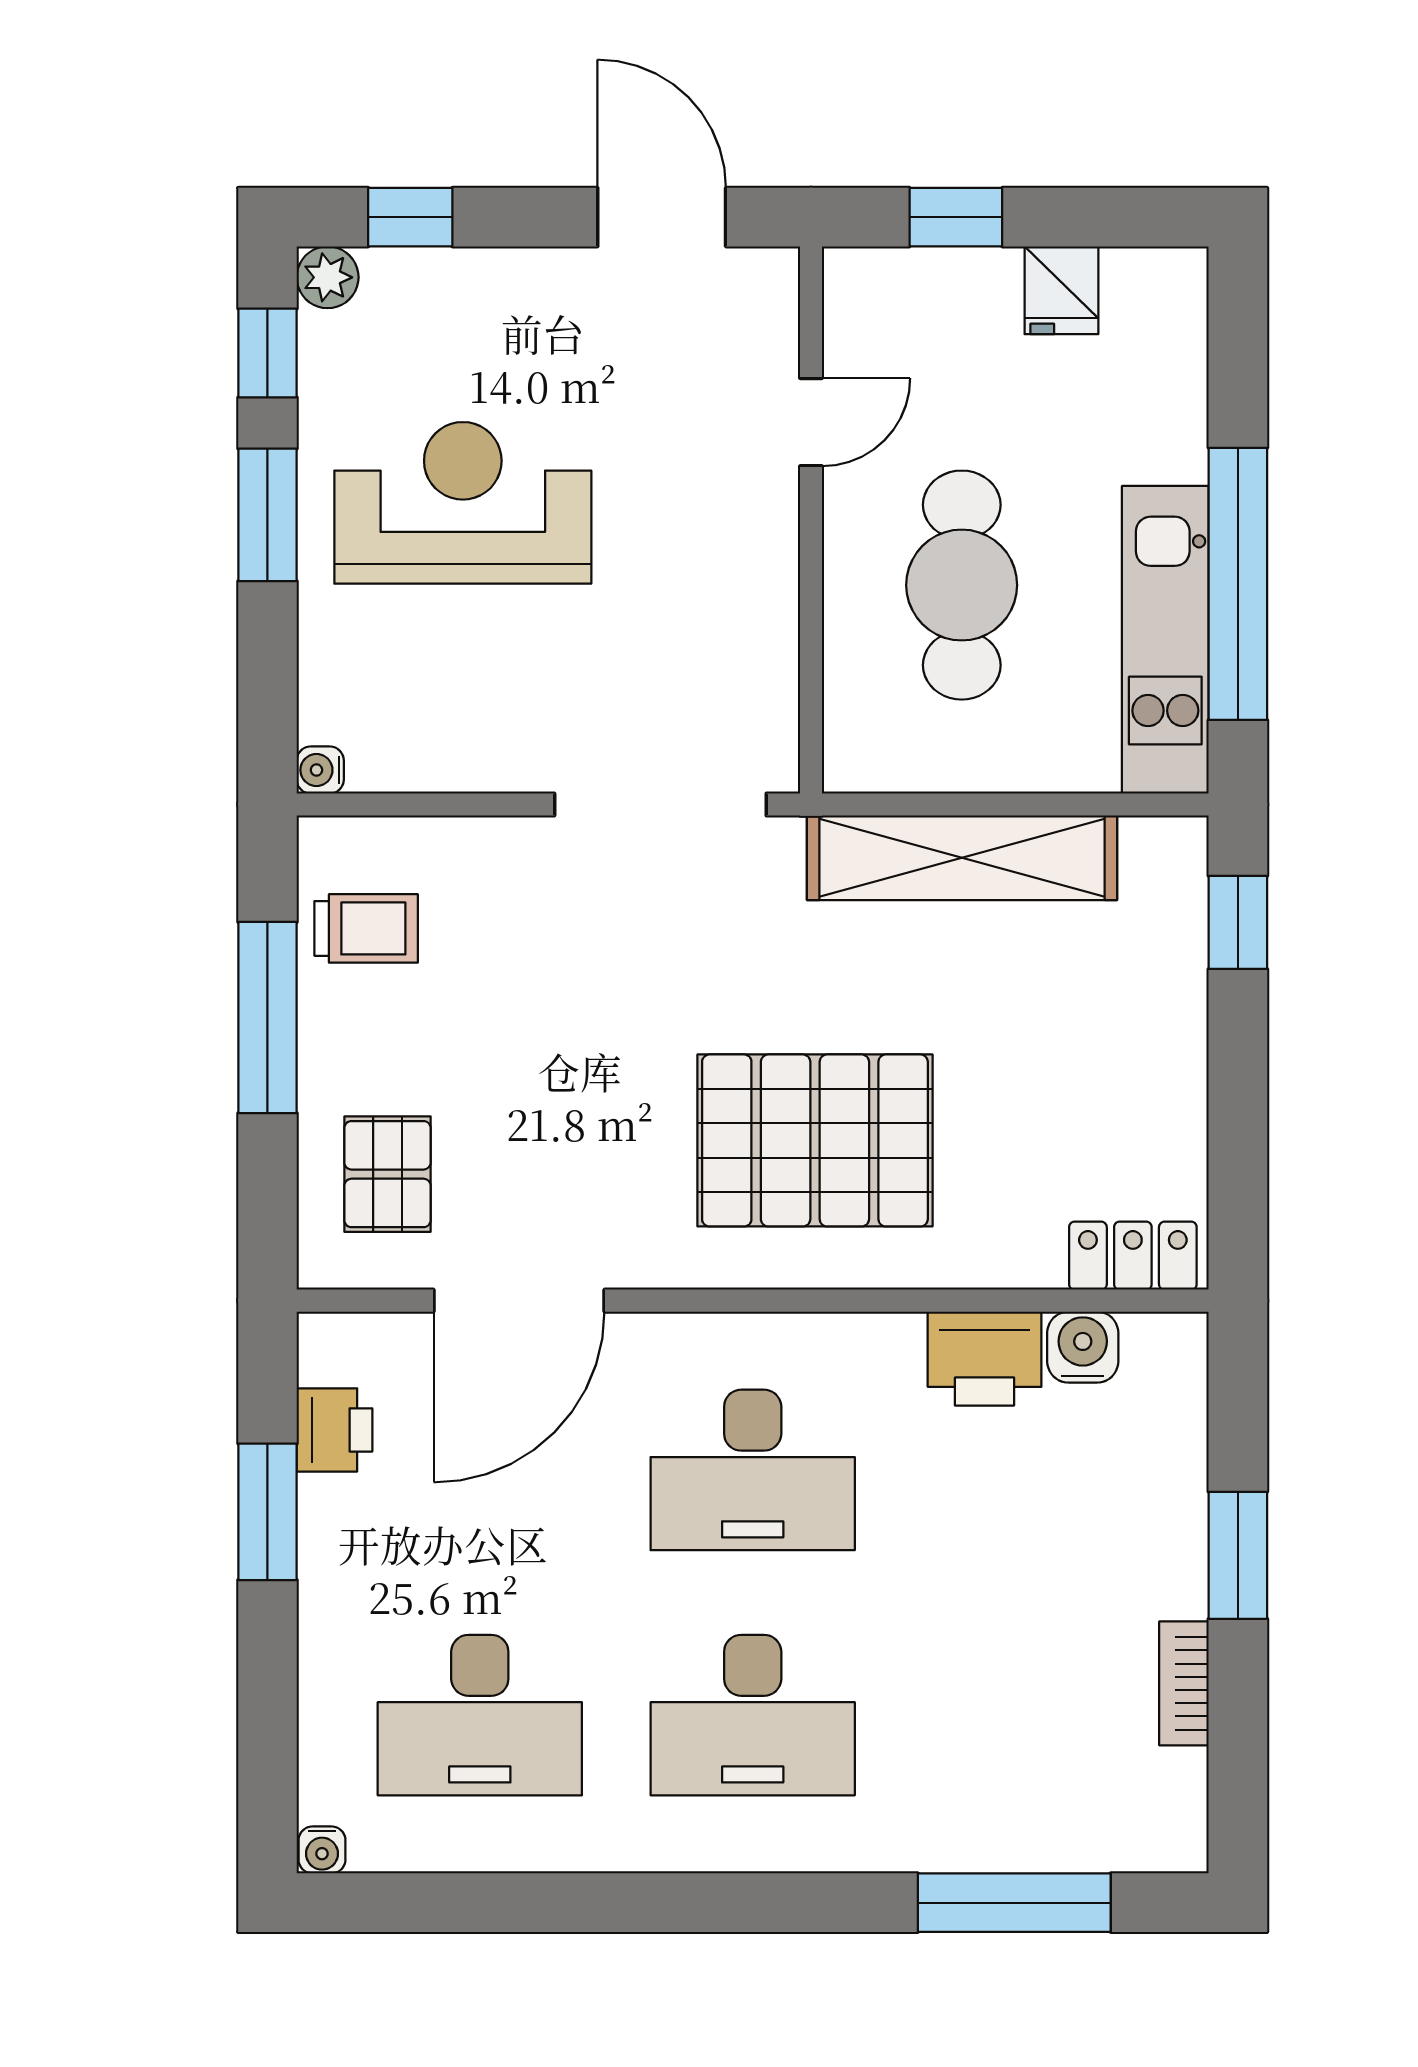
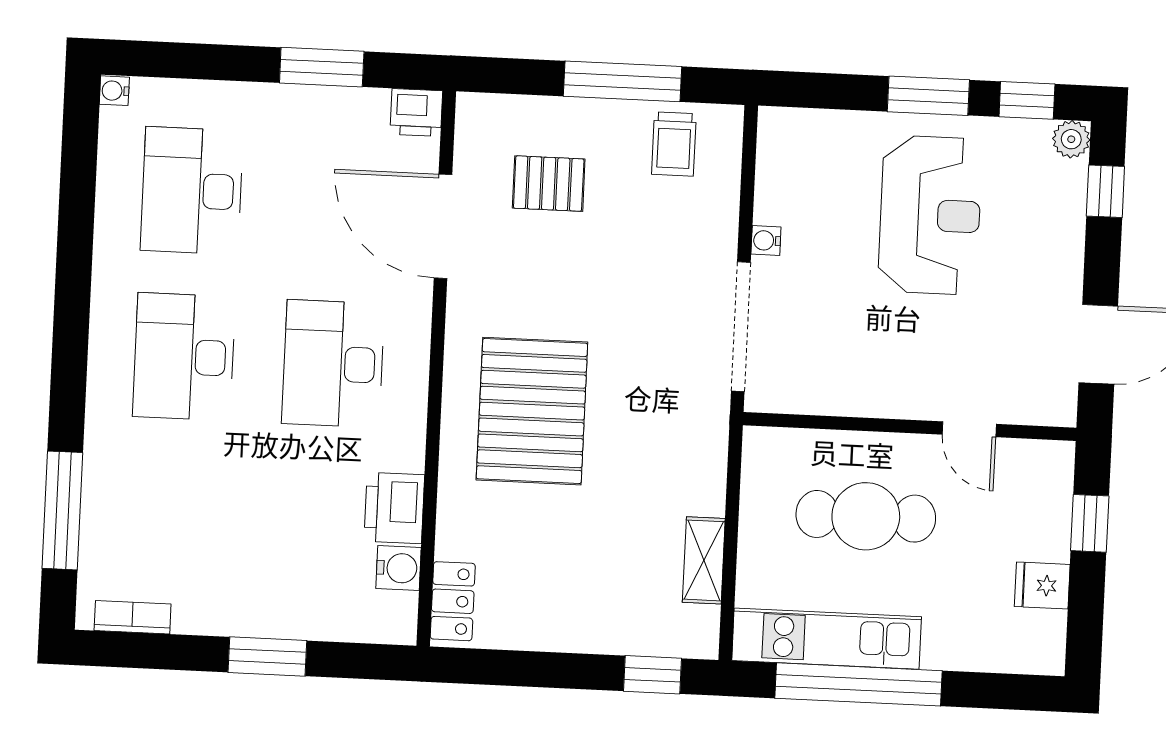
water cooler: (320, 770) -> (766, 241), moved, turned -90
shelving: (962, 858) -> (704, 560), width x0.45, depth x0.75
pallet: (387, 1174) -> (549, 184), moved
printer: (334, 1430) -> (416, 113), moved
bookcase: (1184, 1683) -> (133, 617), moved

